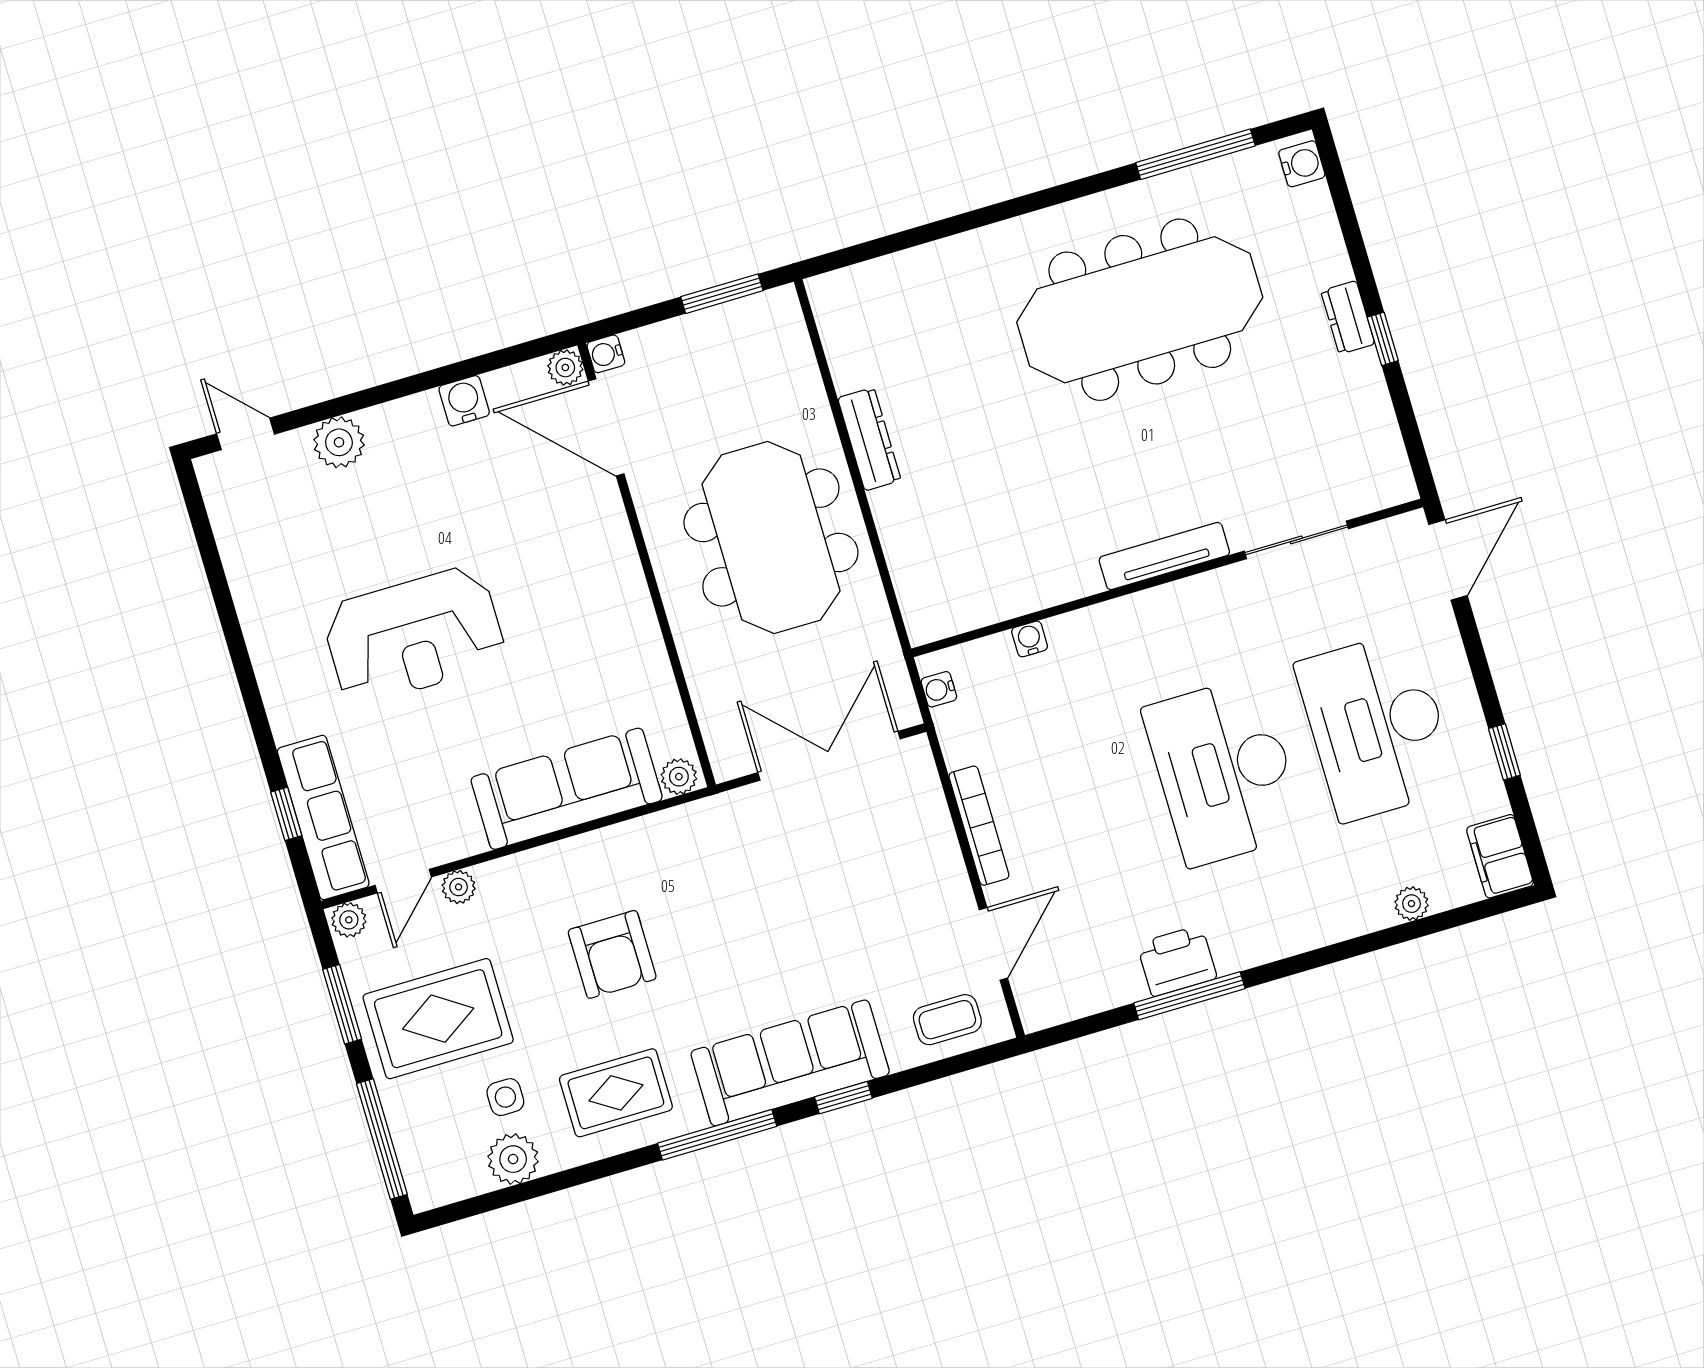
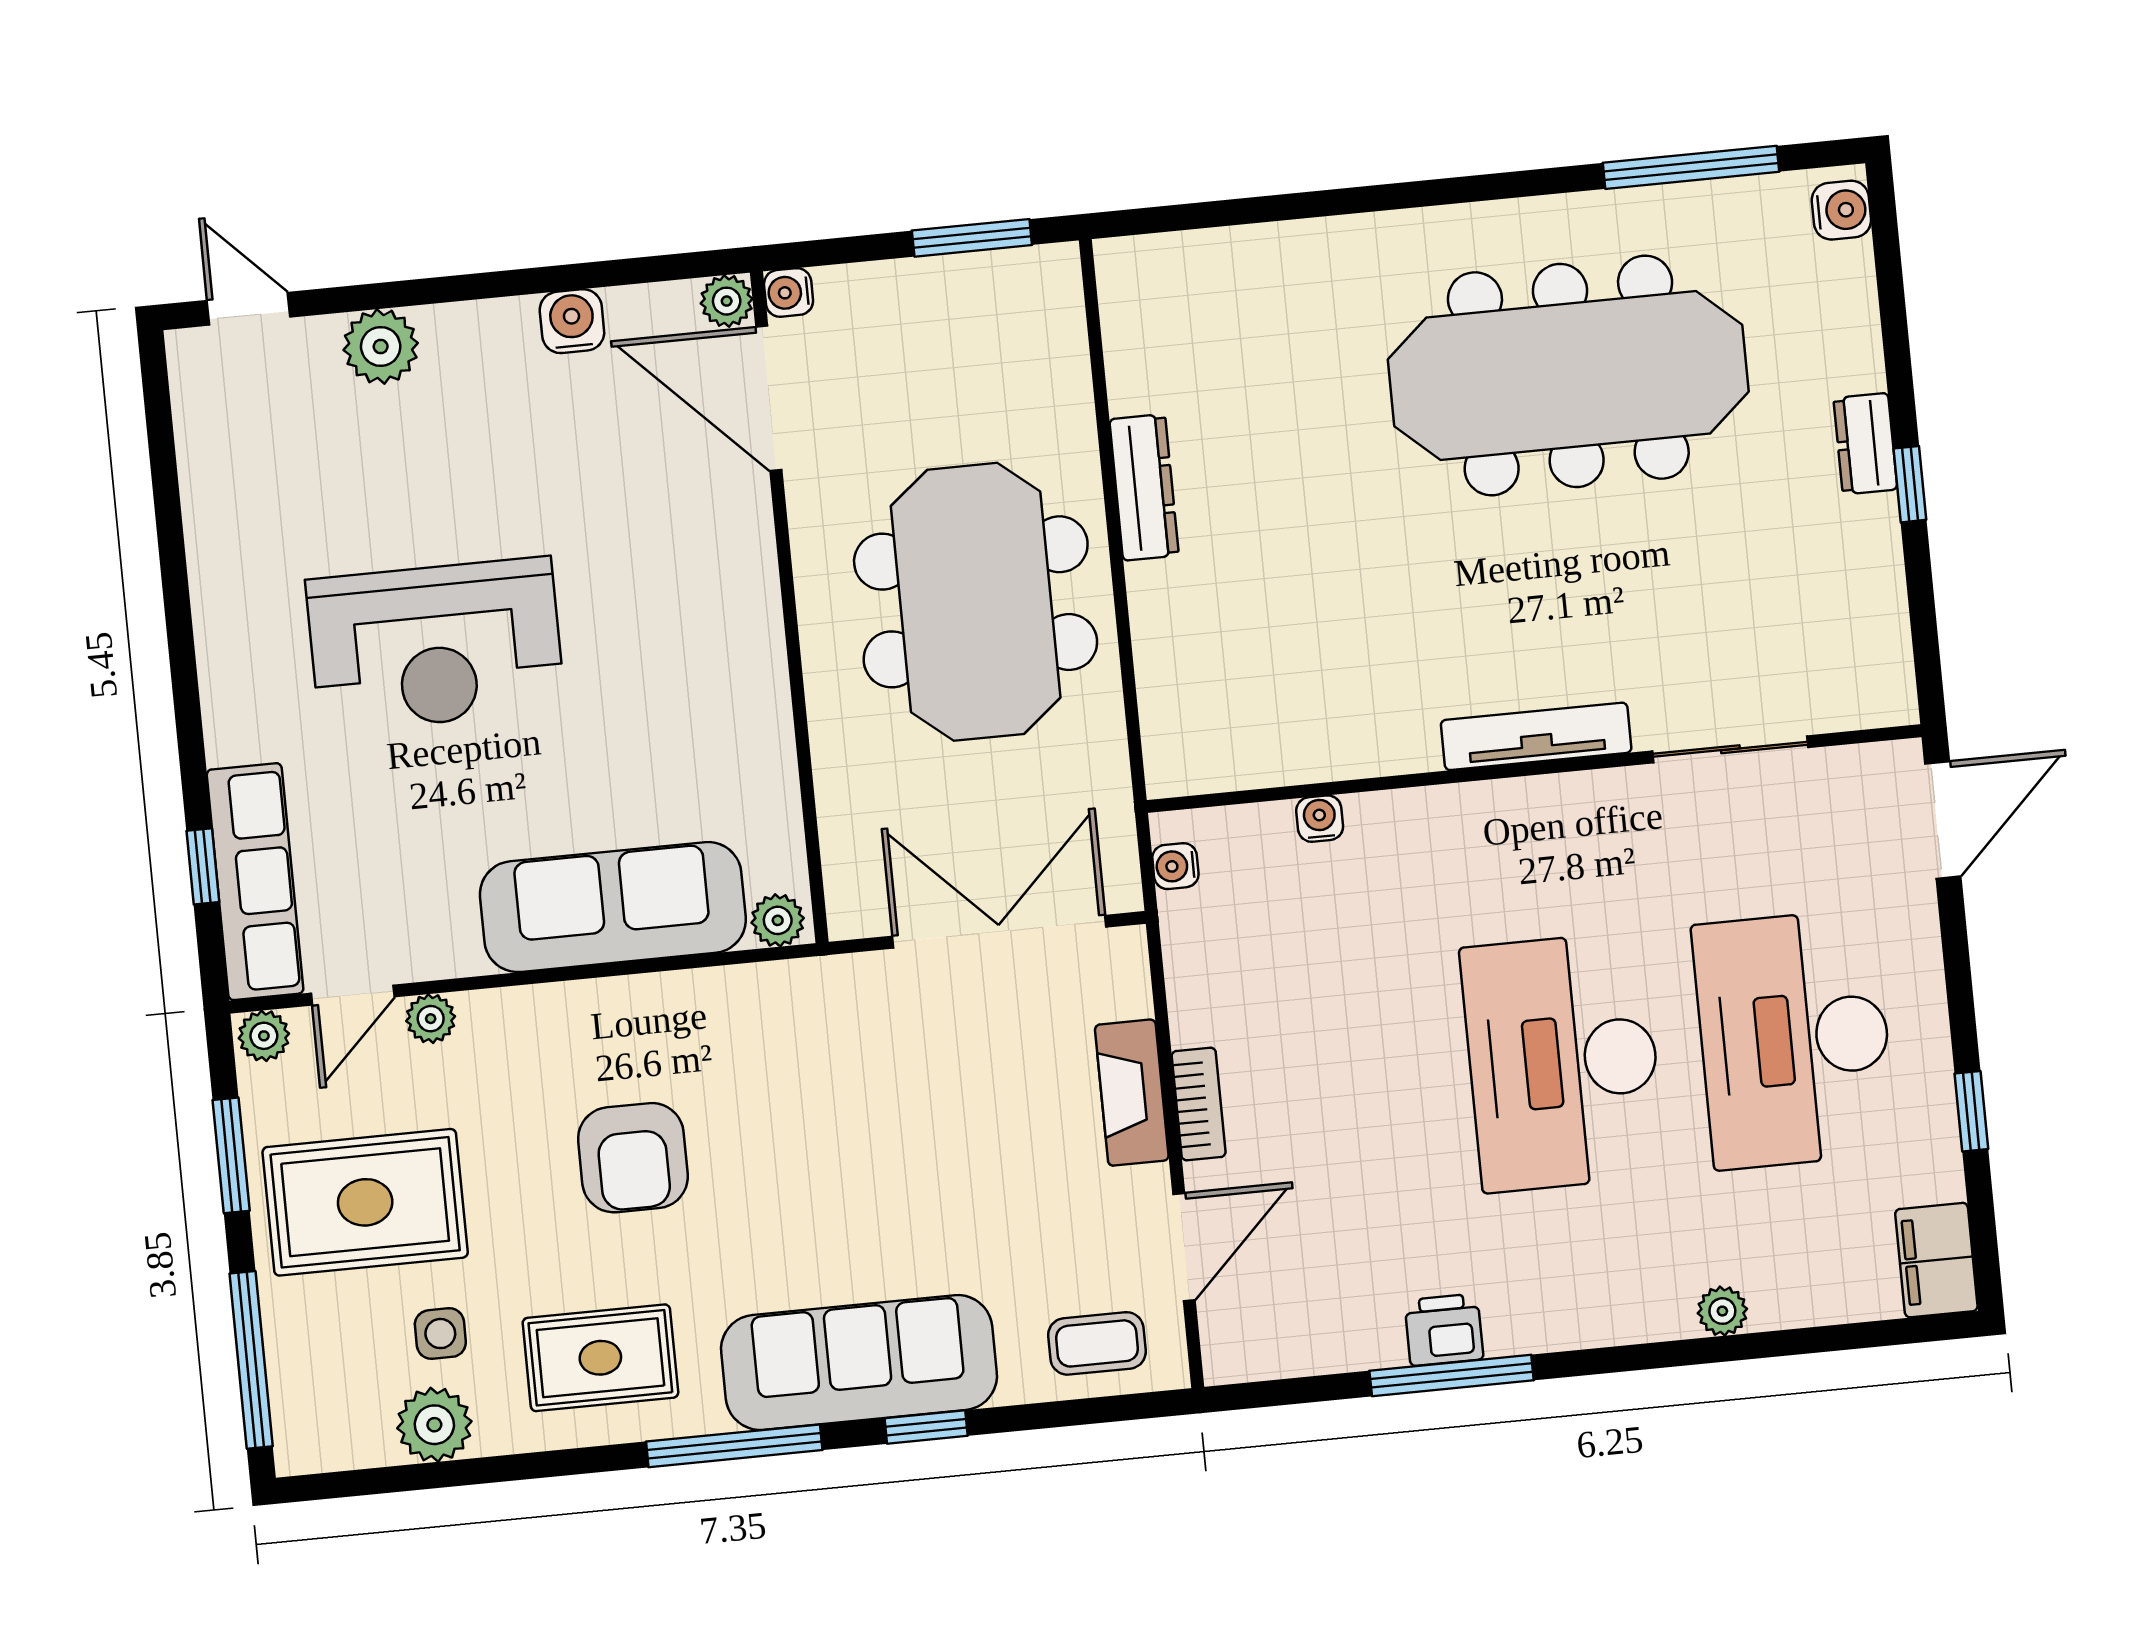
bookcase: (979, 826) -> (1199, 1104), width x0.64
fireplace: (939, 847) -> (1132, 1093), added
plant: (1411, 904) -> (1722, 1311), moved
printer: (1177, 961) -> (1444, 1330), width x0.73, depth x0.81

